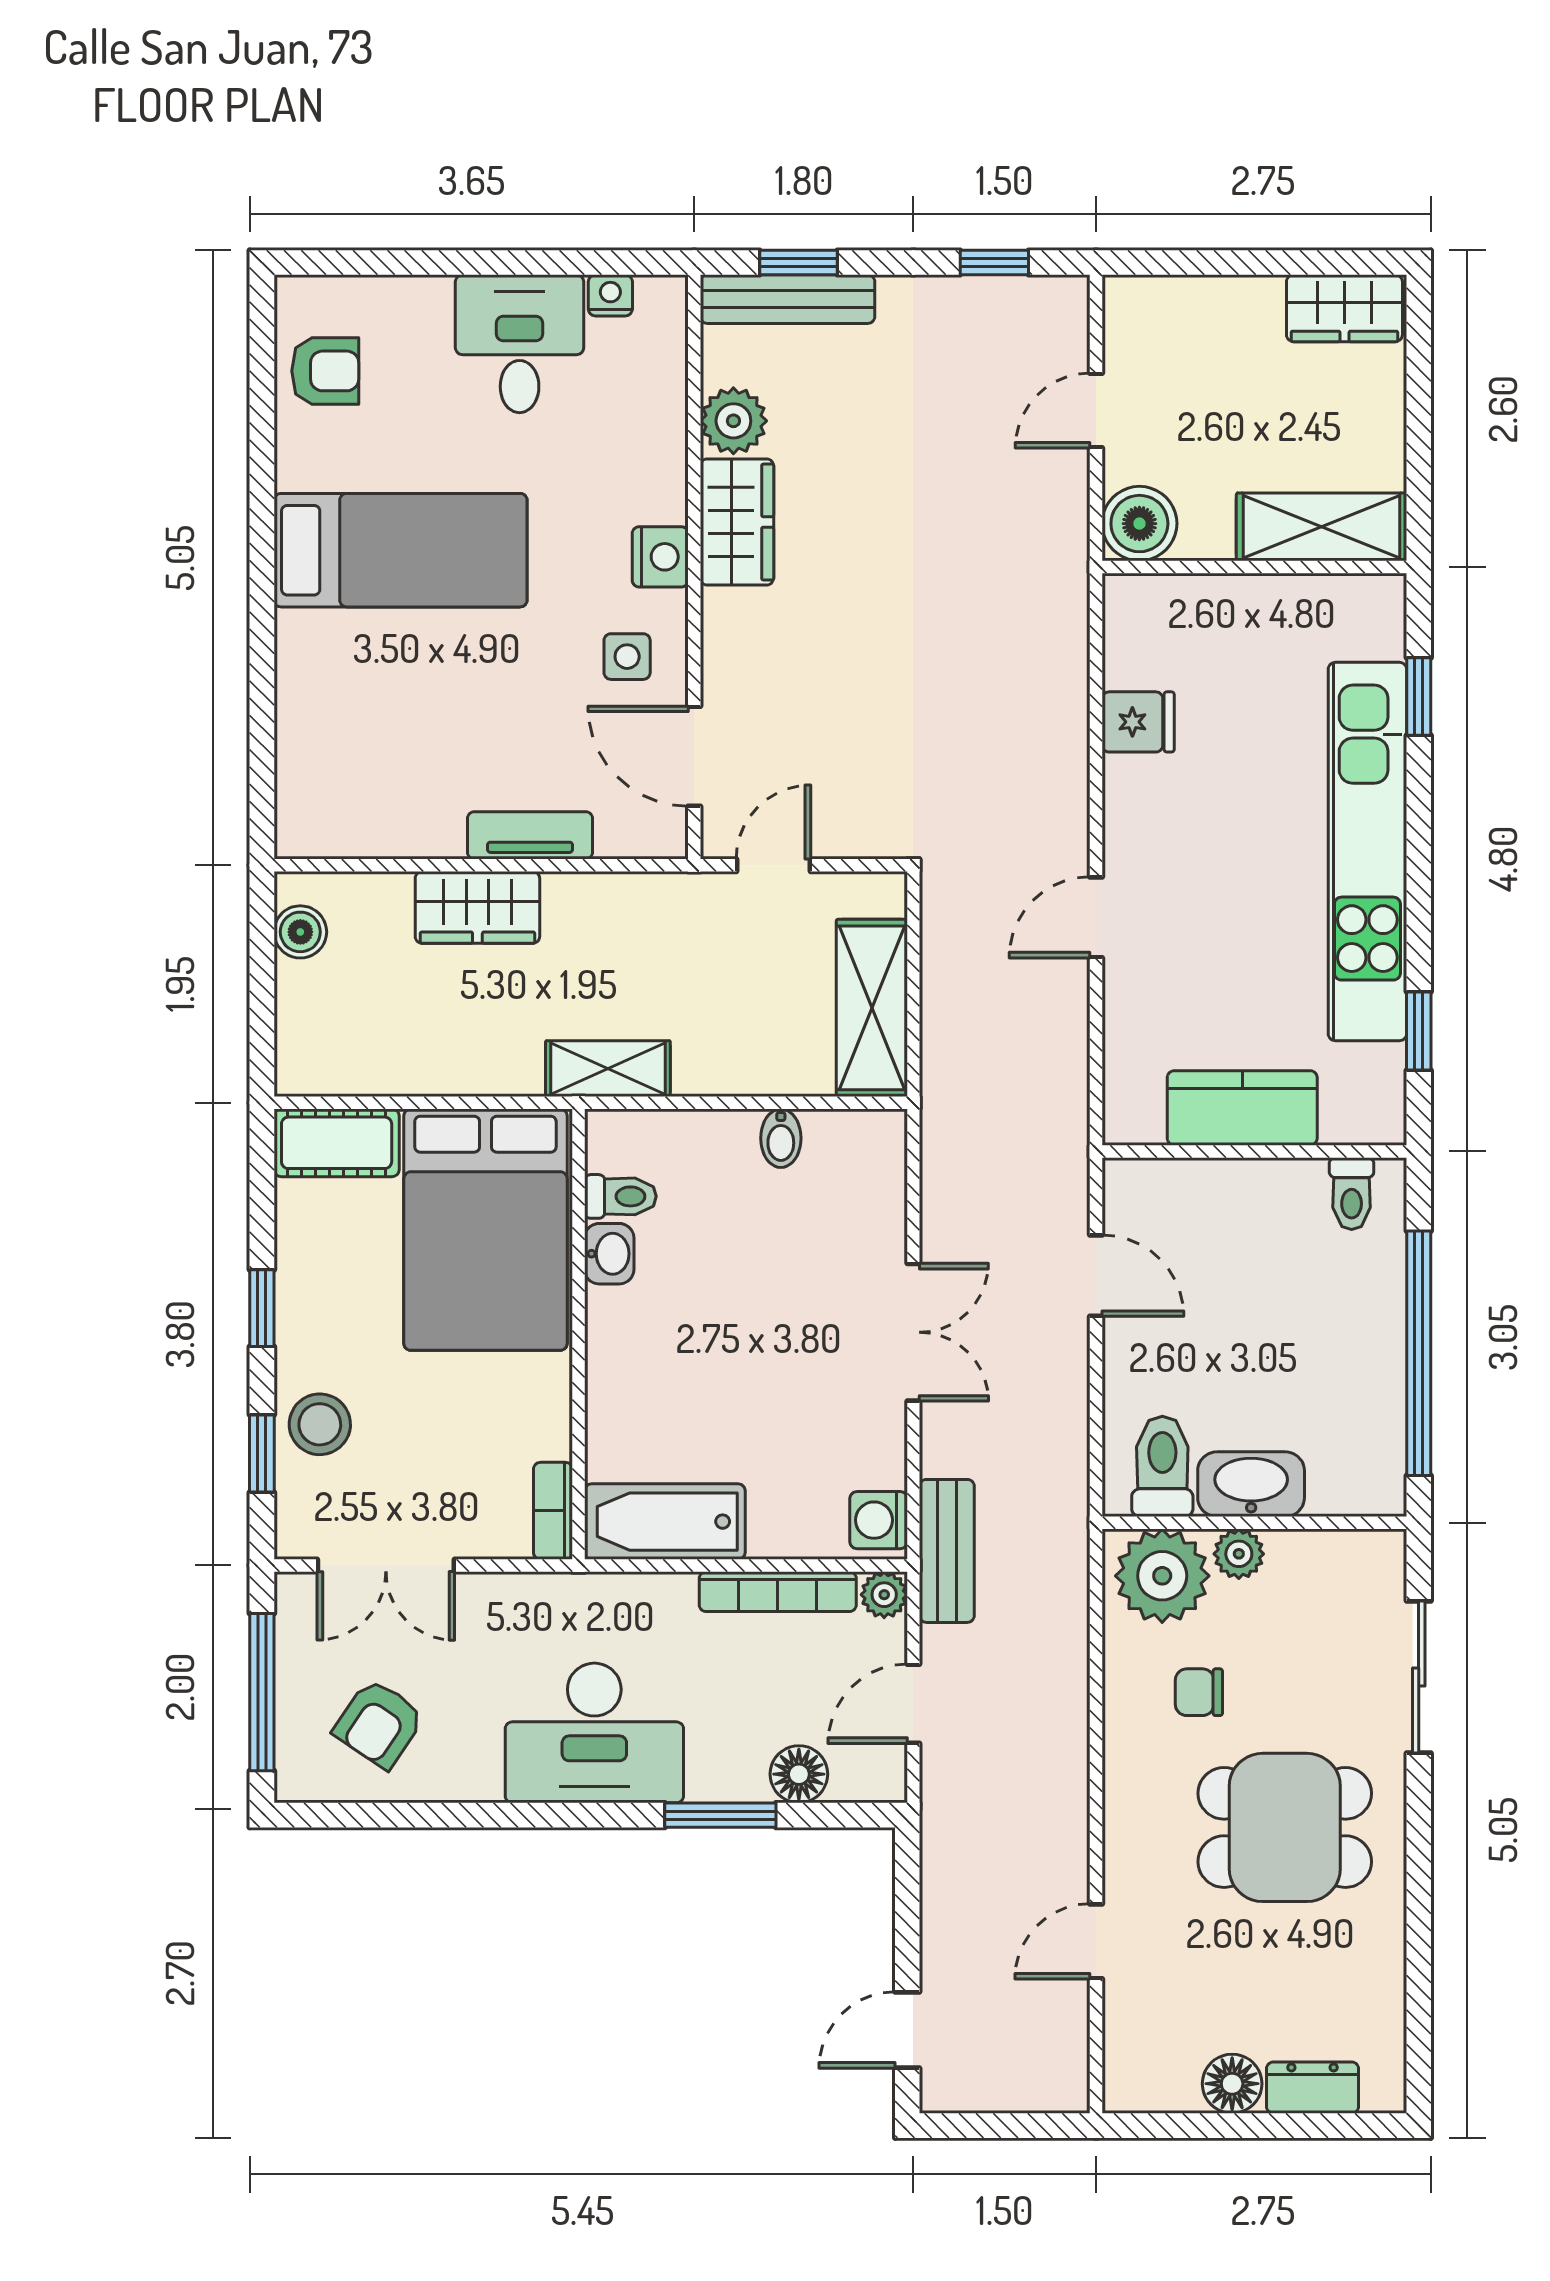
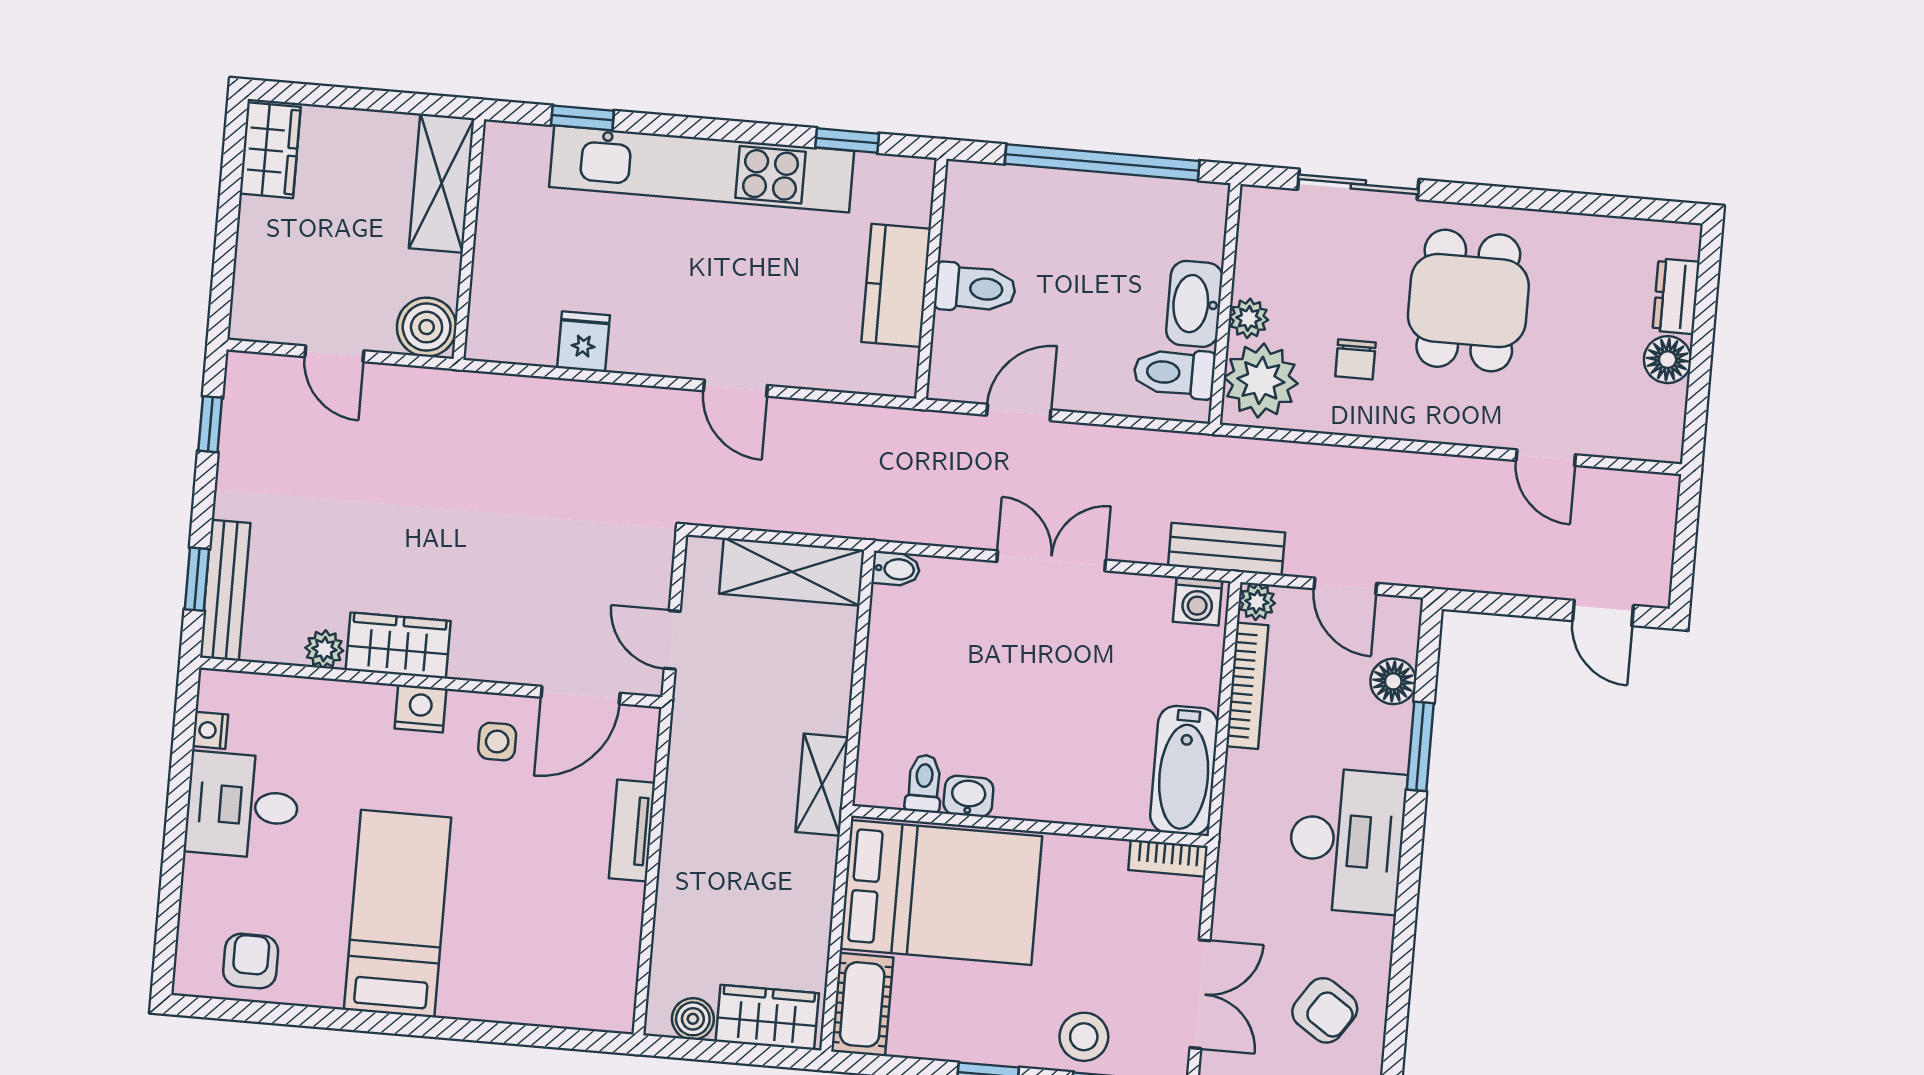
plant: (733, 421) -> (324, 649), width x0.73, depth x0.73
wardrobe: (477, 907) -> (767, 1017), moved, turned -90
bidet: (781, 1138) -> (896, 569), moved
toilet: (1352, 1194) -> (975, 288), moved, width x1.37, depth x1.39

